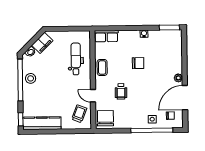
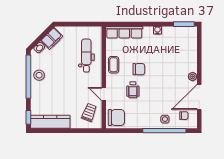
row of seats: (106, 36) -> (124, 32), width x1.48
chair: (138, 63) -> (139, 69), moved
chair: (105, 118) -> (116, 118), turned 90

